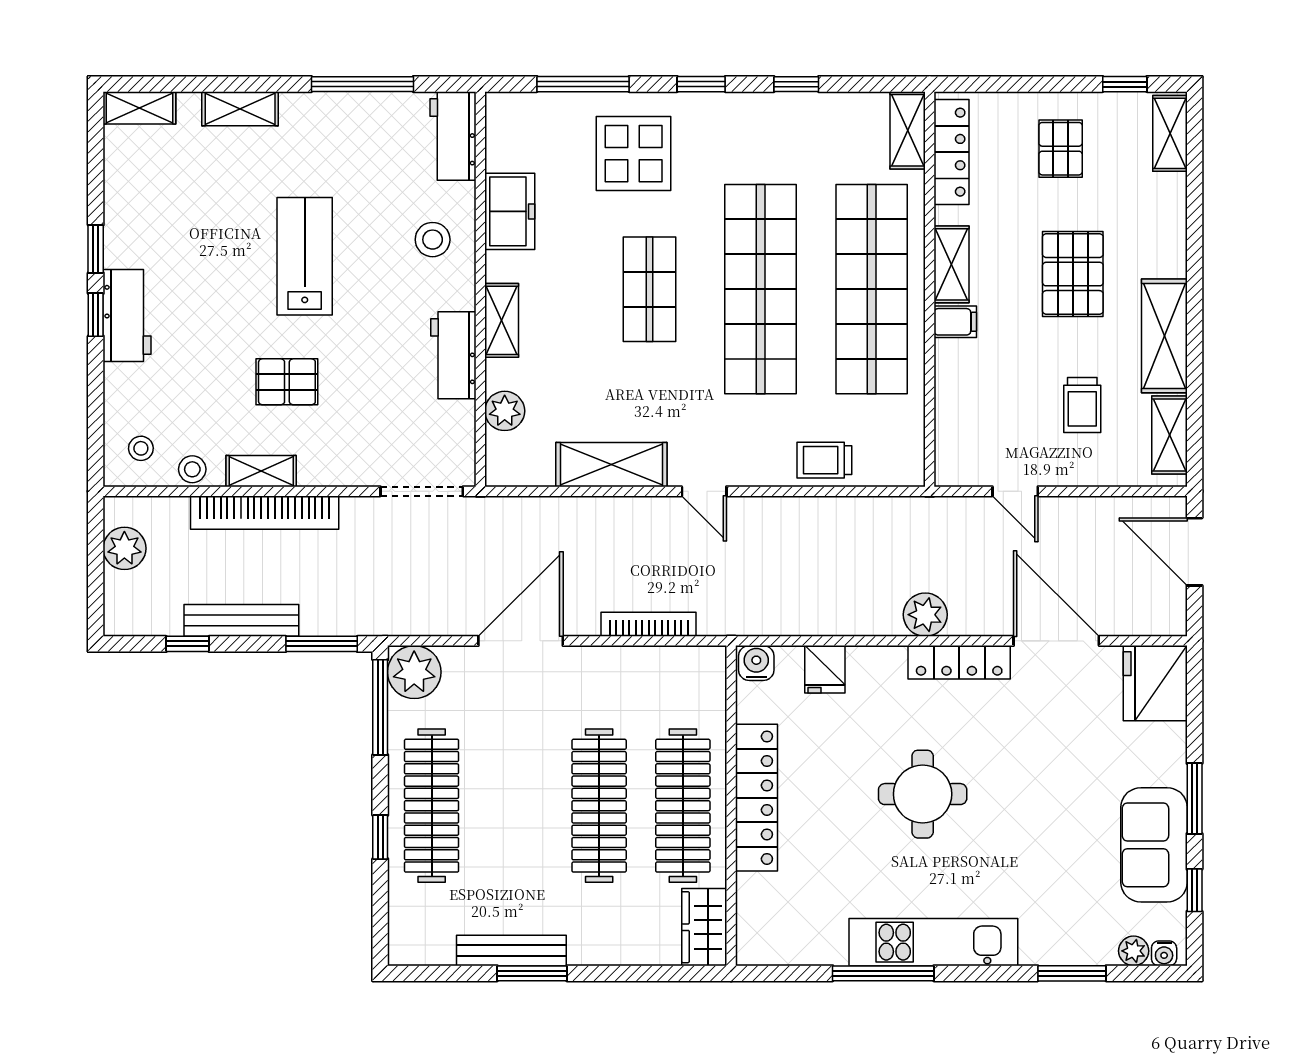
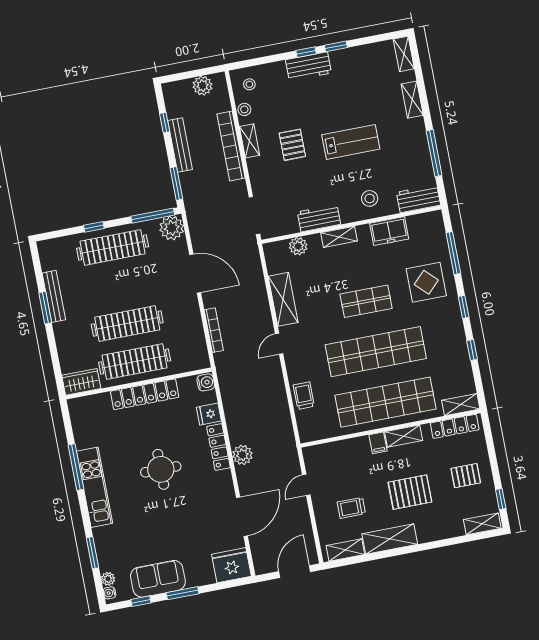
locker: (959, 662) -> (218, 447), moved

